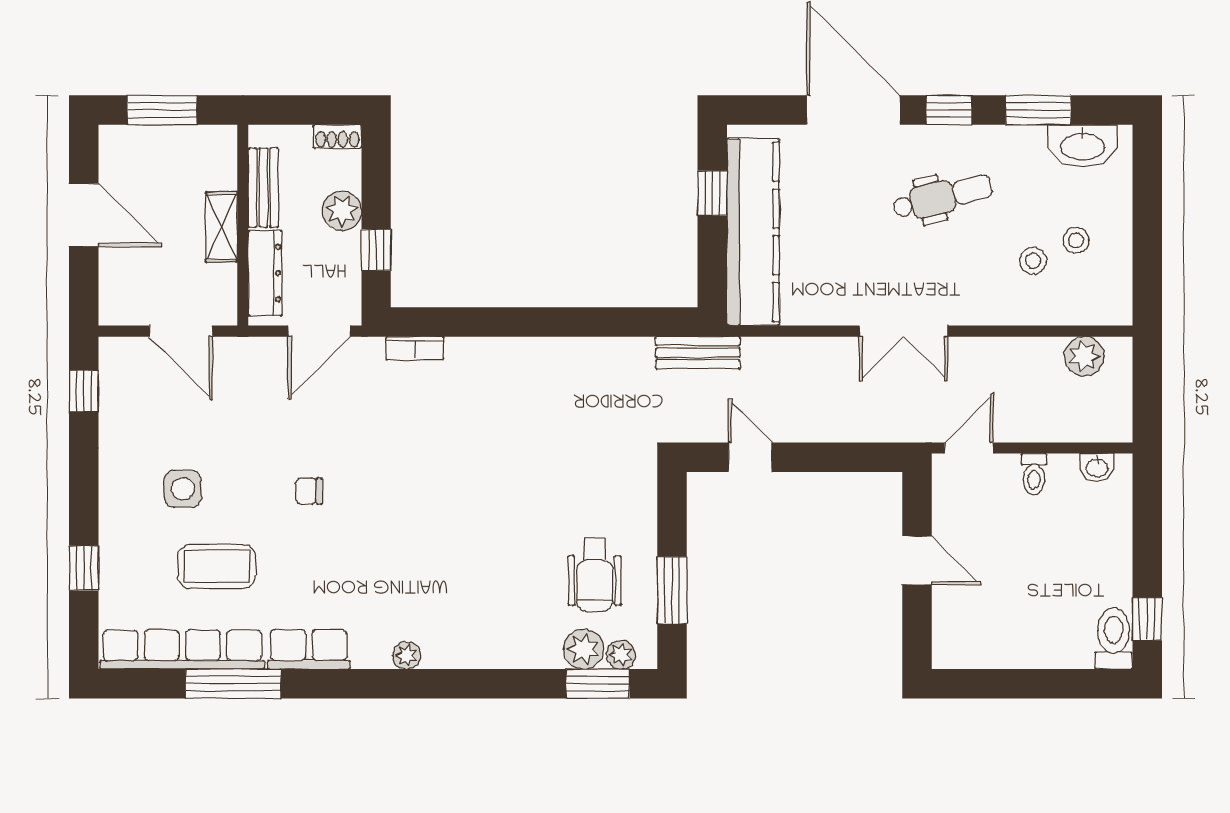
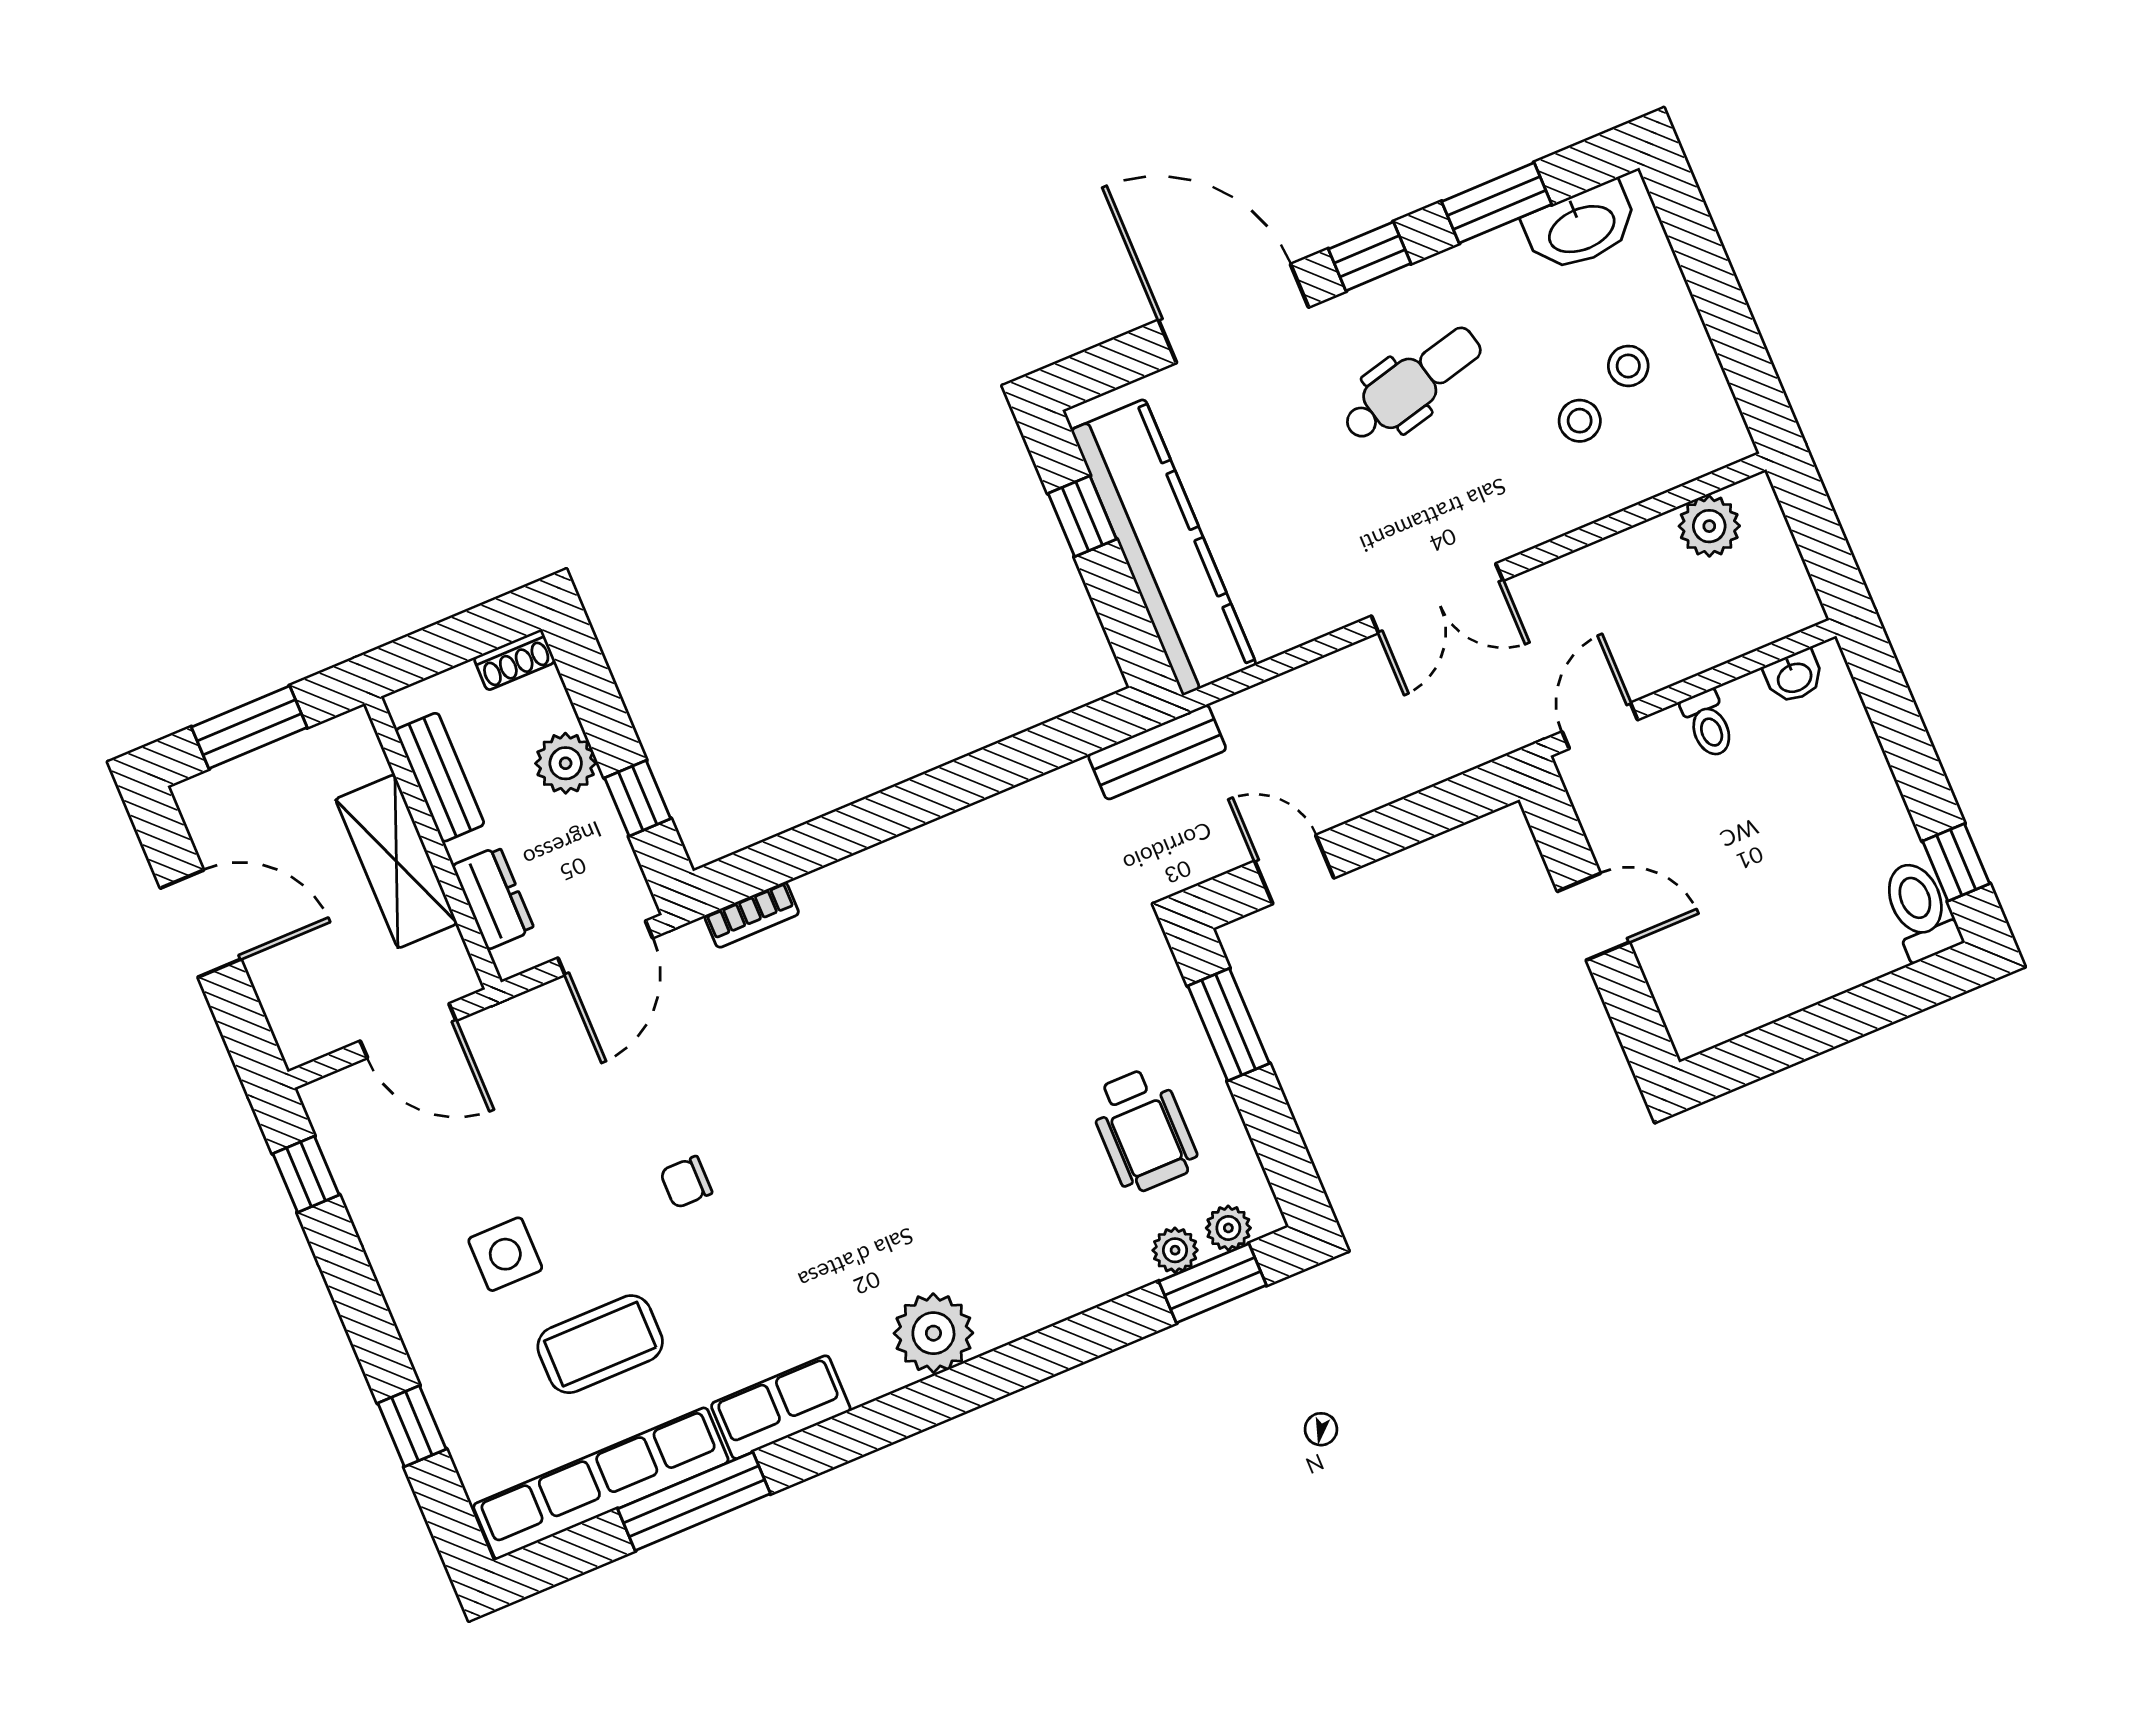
shelving: (221, 227) -> (396, 861), width x1.50, depth x1.33
dresser: (265, 273) -> (493, 898), width x0.70
window: (672, 590) -> (1229, 1025), moved
plant: (584, 649) -> (1175, 1250), width x0.73, depth x0.73
plant: (407, 655) -> (933, 1333), width x1.88, depth x1.88

